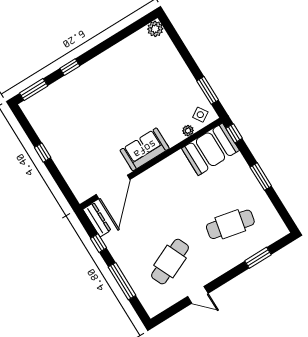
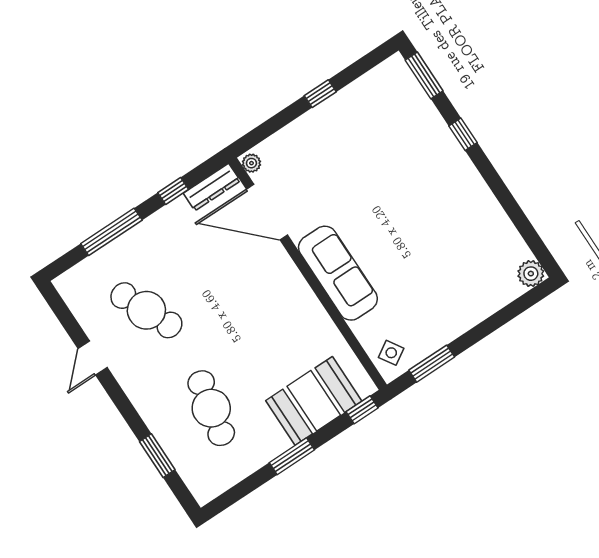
plant: (188, 131) -> (251, 163), moved
sofa: (145, 149) -> (338, 273), width x1.36
booth: (210, 149) -> (314, 401), moved, turned 90

